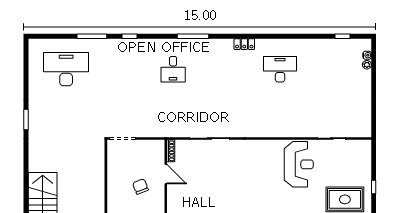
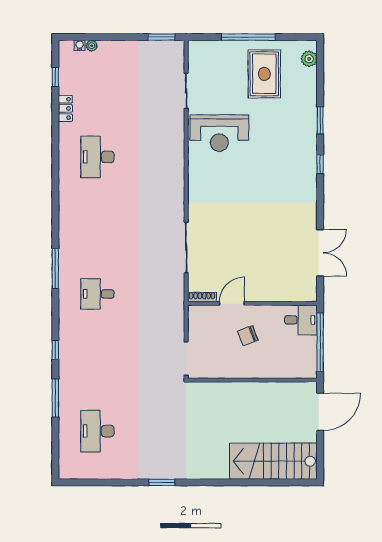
locker: (244, 44) -> (65, 108), moved
desk: (66, 69) -> (97, 431), width x0.73, depth x0.77
desk: (173, 69) -> (97, 294), turned 180
window: (374, 119) -> (161, 37), added
reception desk: (299, 164) -> (219, 133), turned 180
window: (374, 187) -> (248, 37), width x3.17

